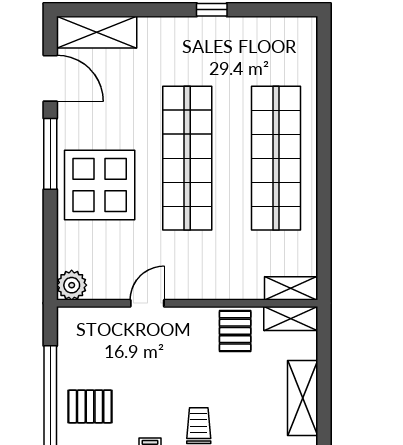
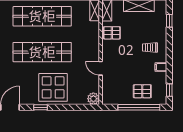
window: (50, 154) -> (41, 107), width x0.46
pallet: (90, 406) -> (142, 91), turned 90

